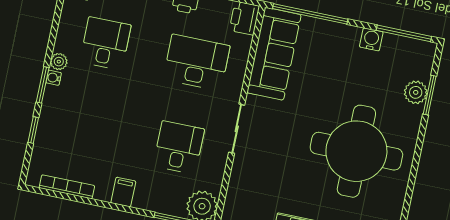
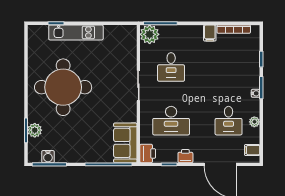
water cooler: (371, 39) -> (48, 157), moved
sofa: (274, 54) -> (125, 143), width x0.73
plant: (59, 62) -> (254, 122), moved
filing cabinet: (123, 192) -> (210, 33), moved

